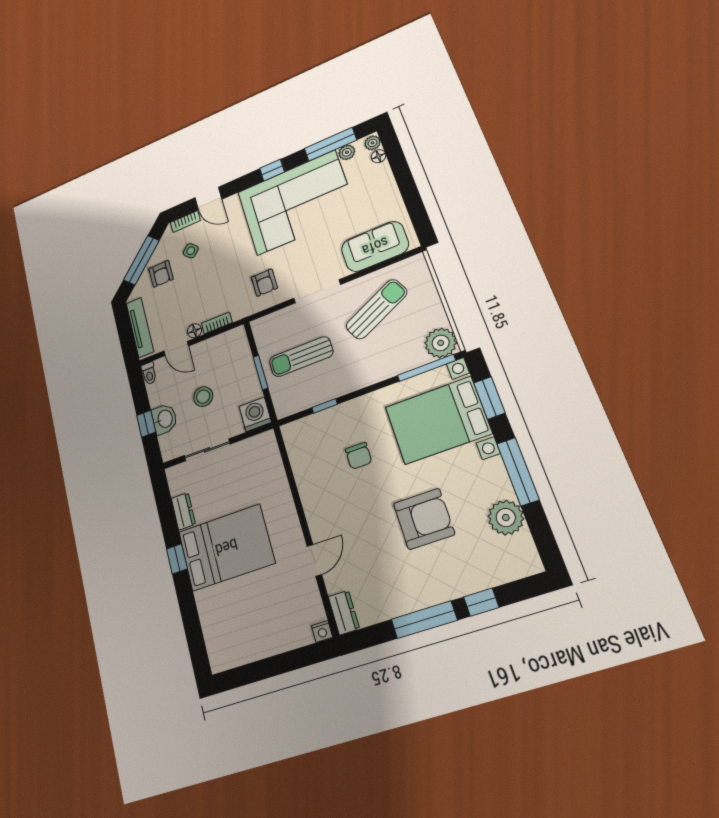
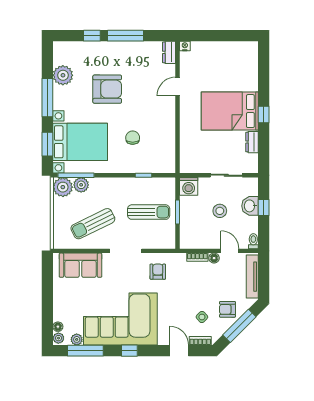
armchair: (161, 274) -> (227, 309), turned -90
plant: (413, 357) -> (81, 185), added
armchair: (424, 519) -> (107, 89), turned 180

